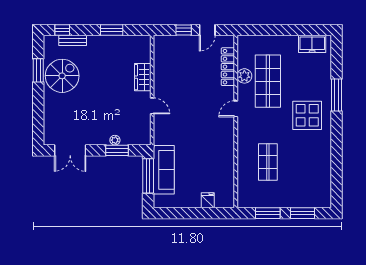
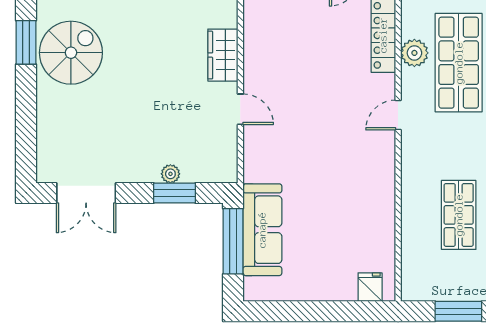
fridge: (208, 200) -> (370, 287), moved

